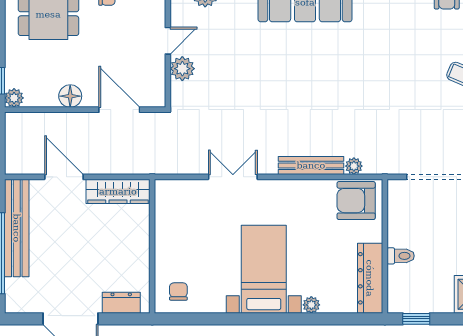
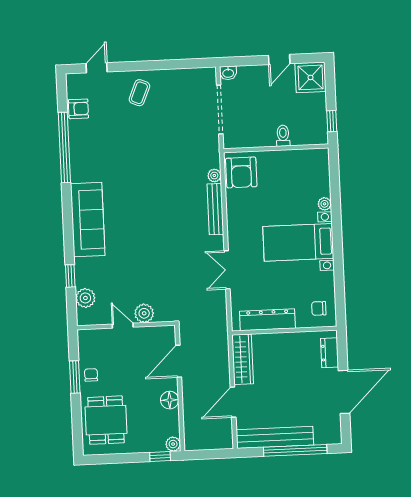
dresser: (370, 278) -> (267, 320), moved, turned 180

